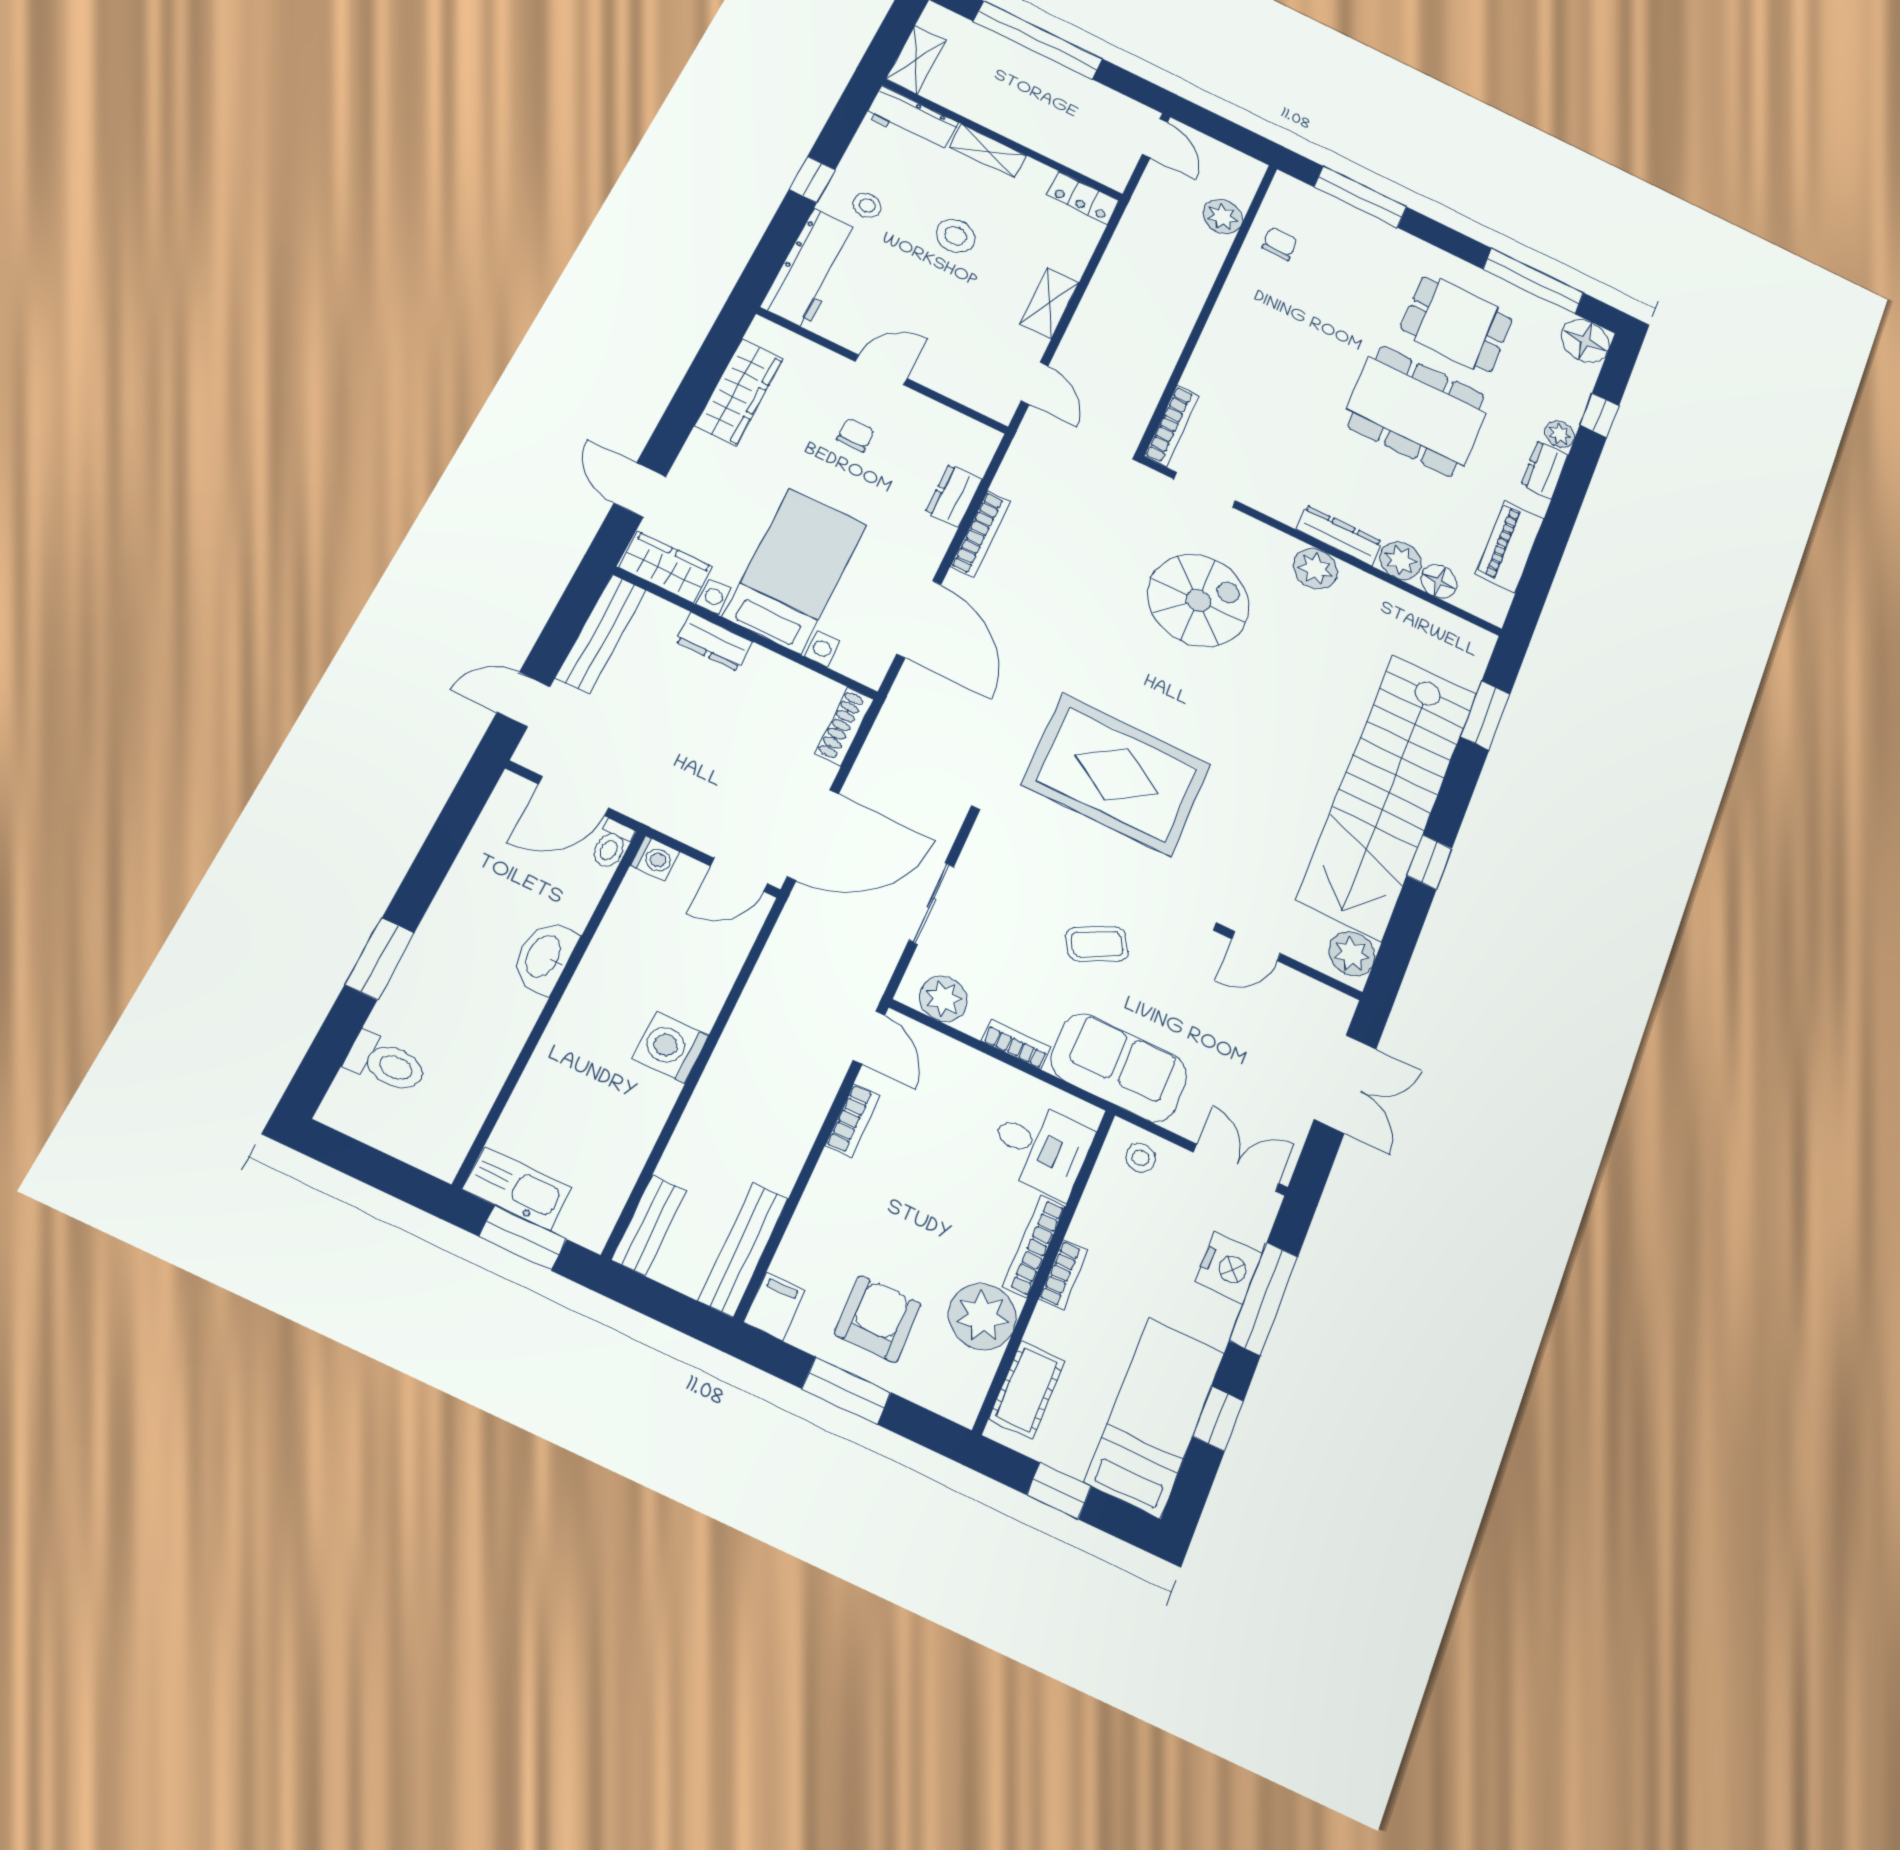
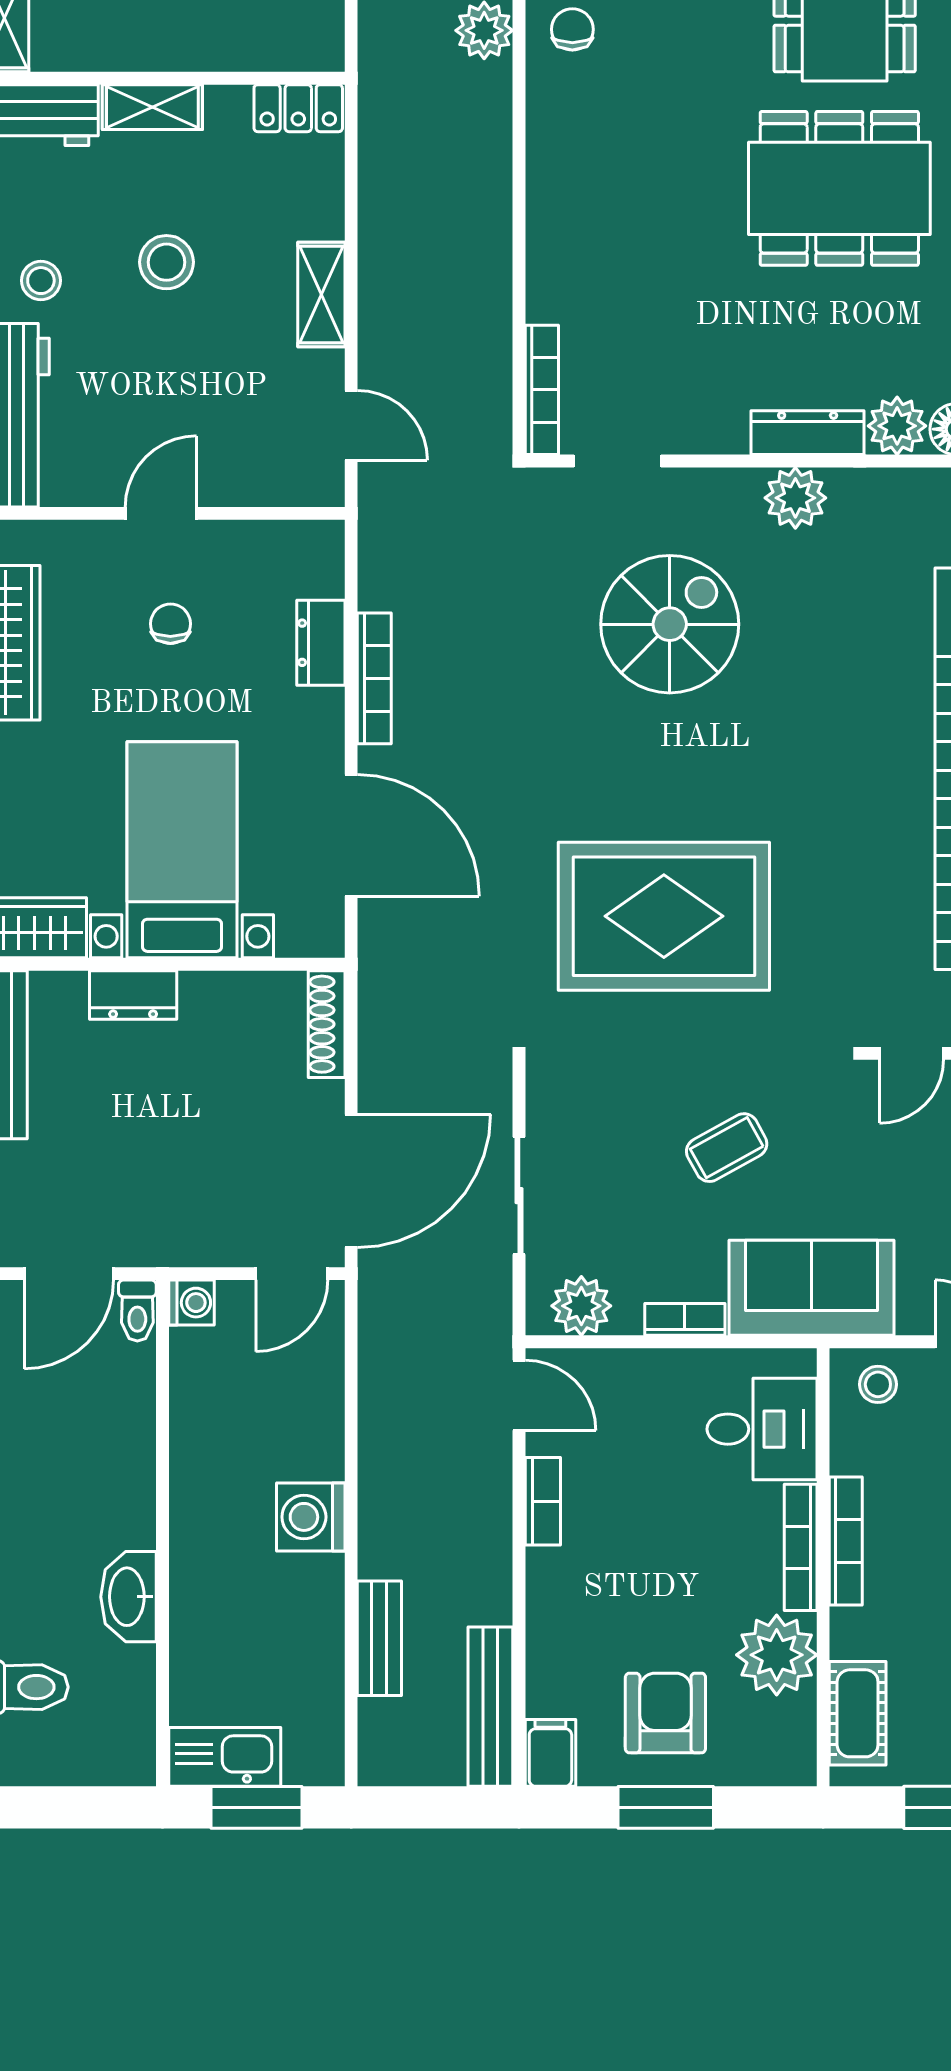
washbasin: (544, 956) -> (129, 1597), moved
bench: (649, 1225) -> (379, 1638), moved
bookcase: (1063, 1275) -> (846, 1541), width x1.56

